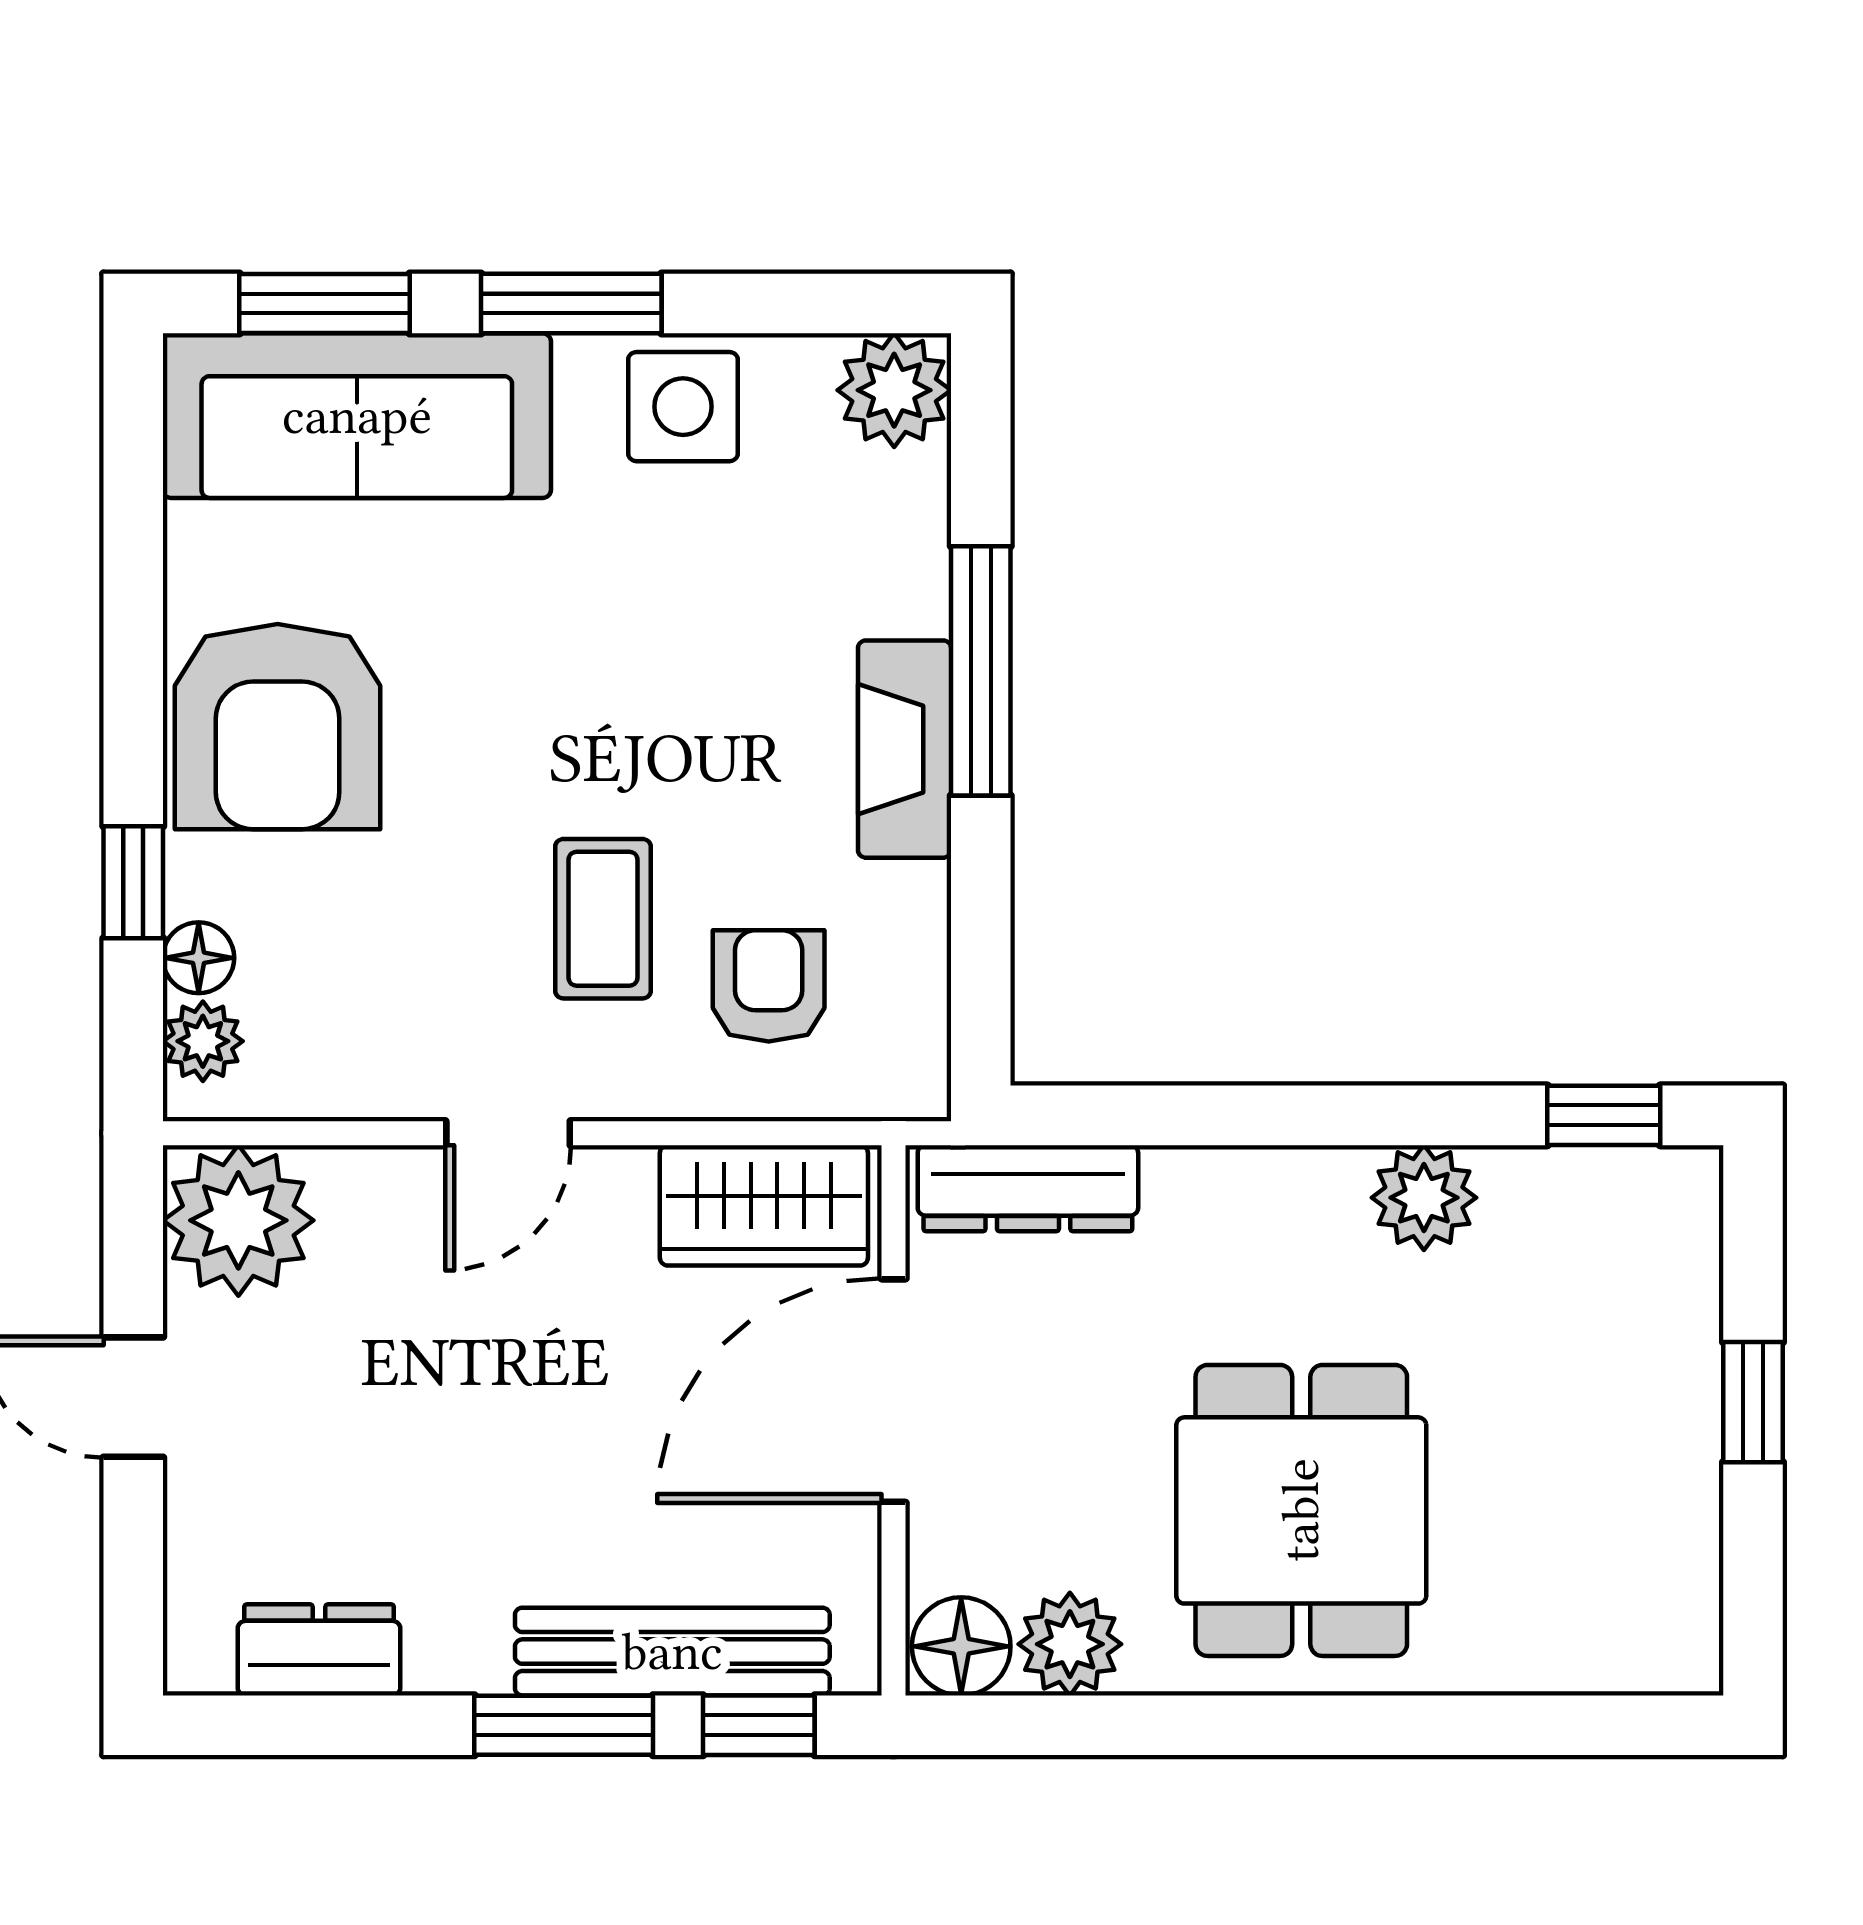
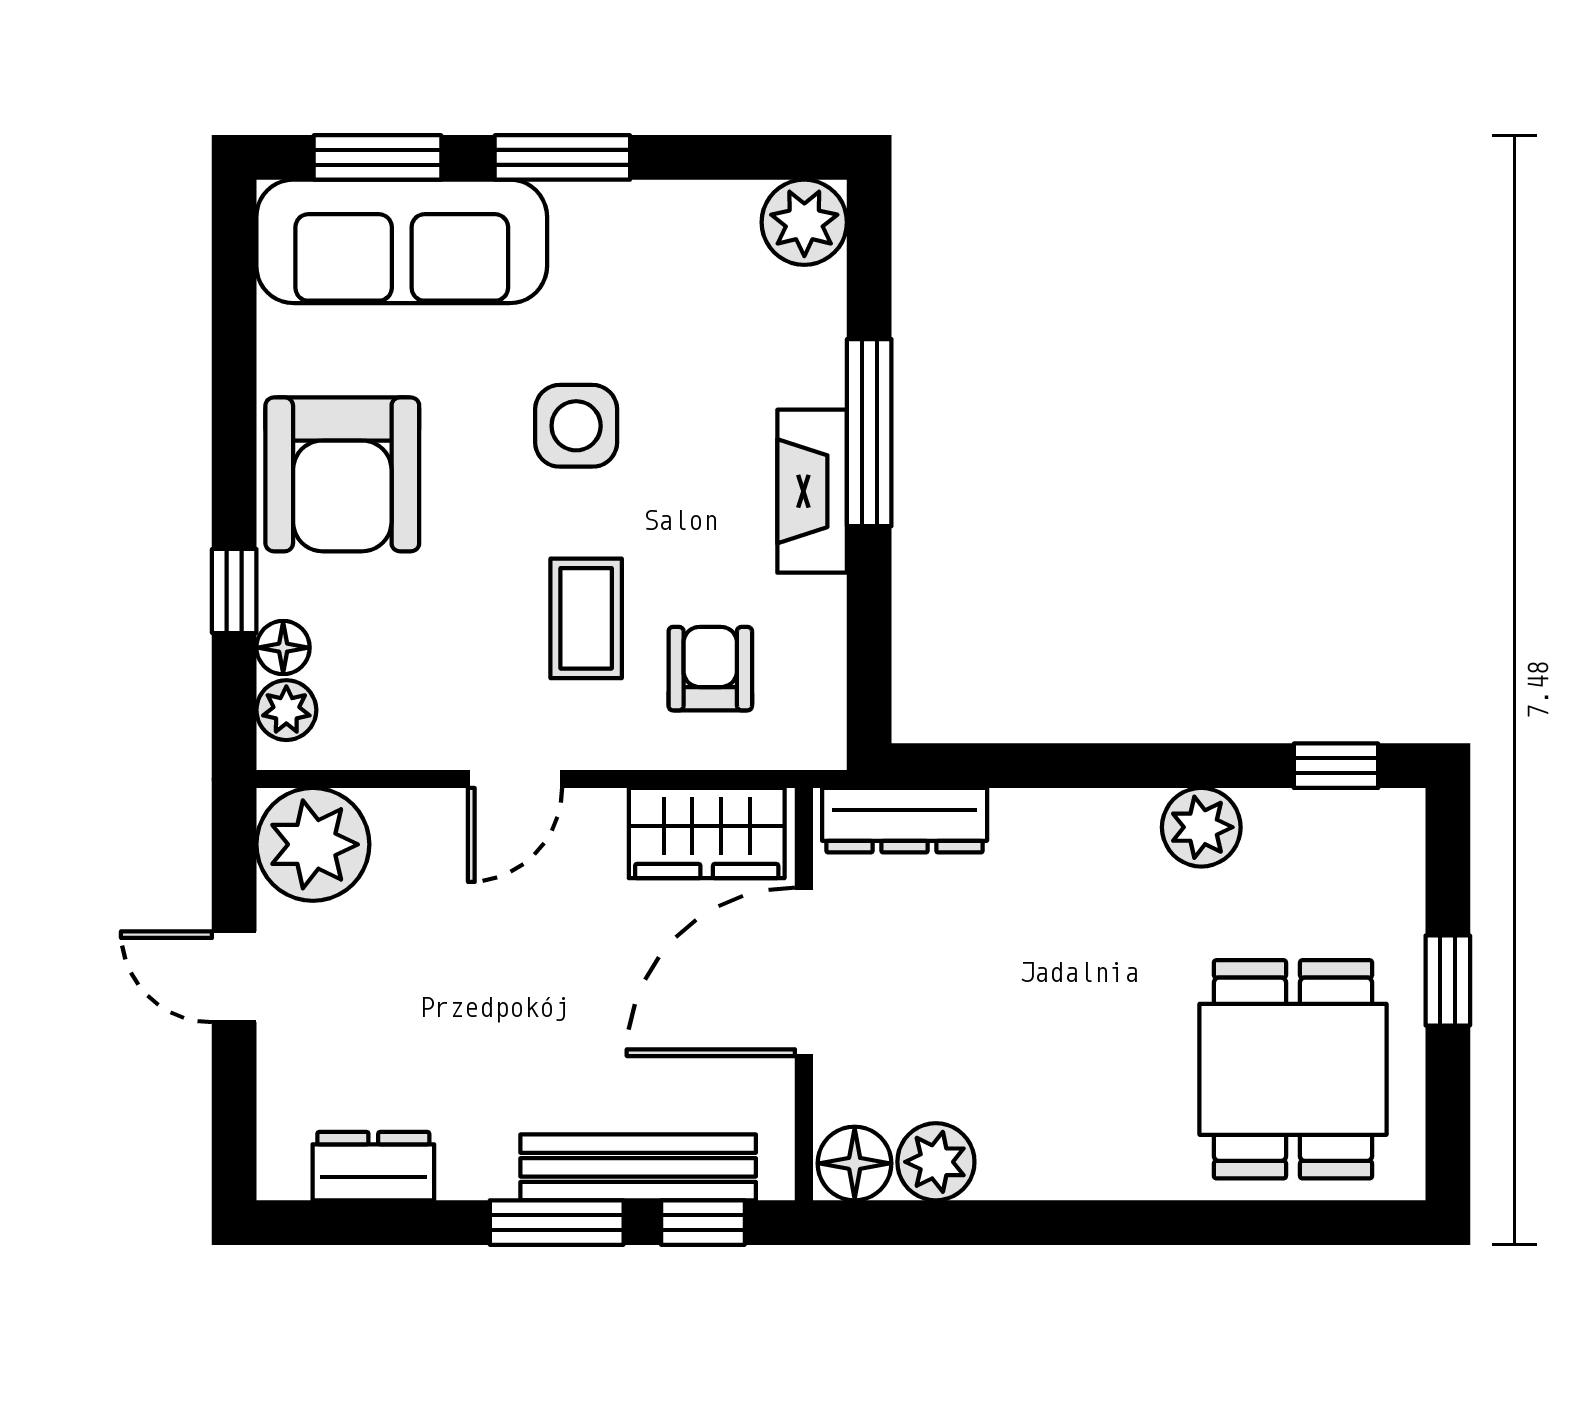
side table: (683, 407) -> (576, 426), moved
dining table: (1301, 1510) -> (1293, 1069), moved

